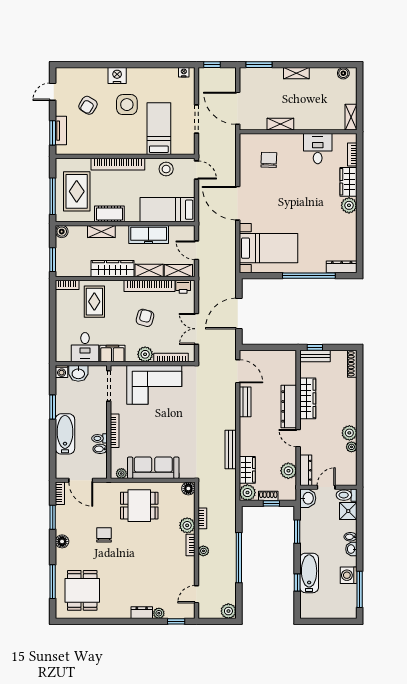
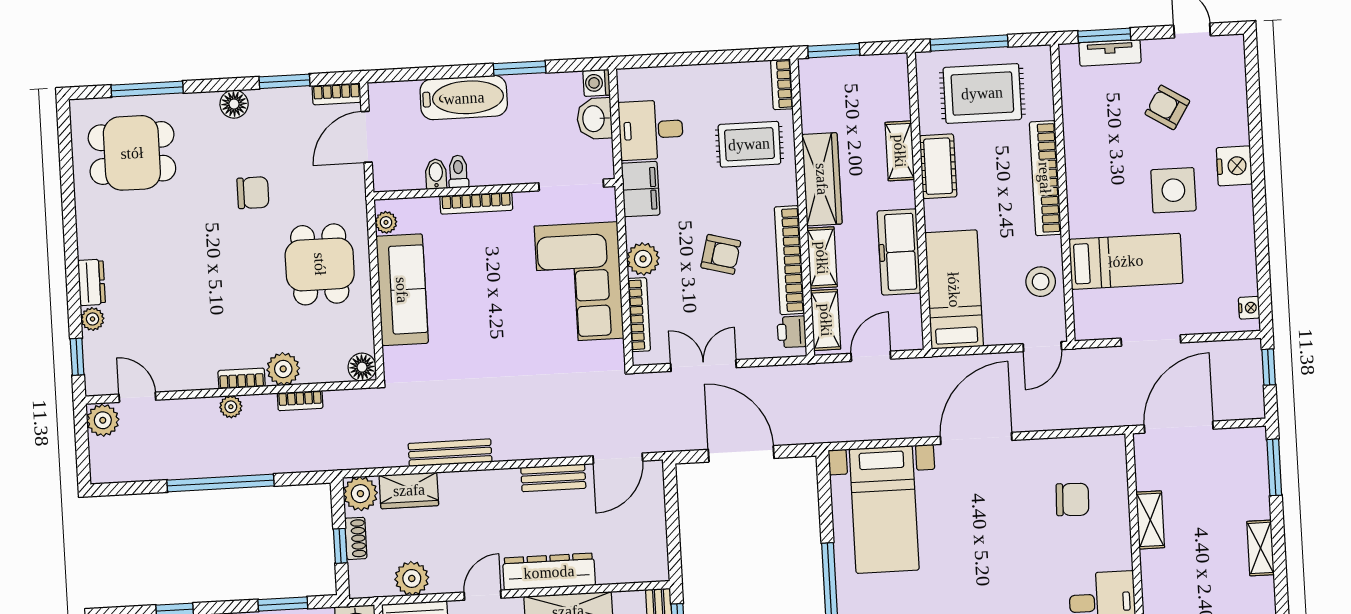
boiler: (62, 232) -> (895, 66), removed
plant: (228, 611) -> (103, 420), moved

